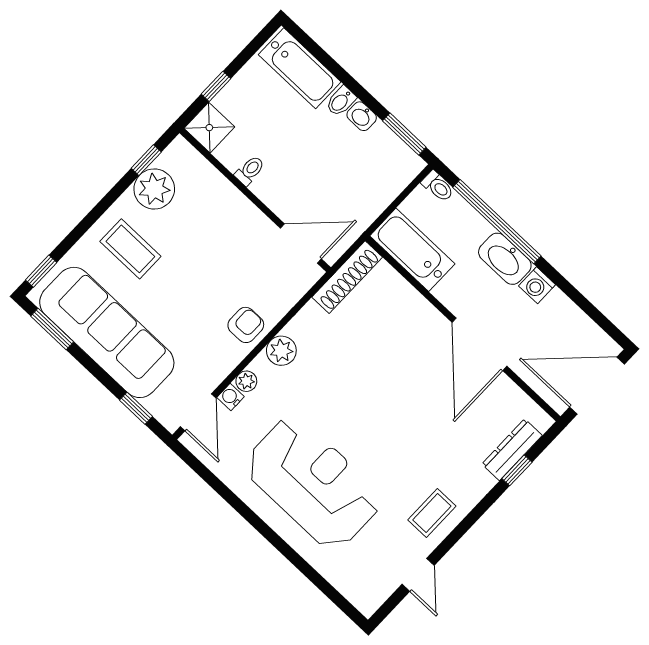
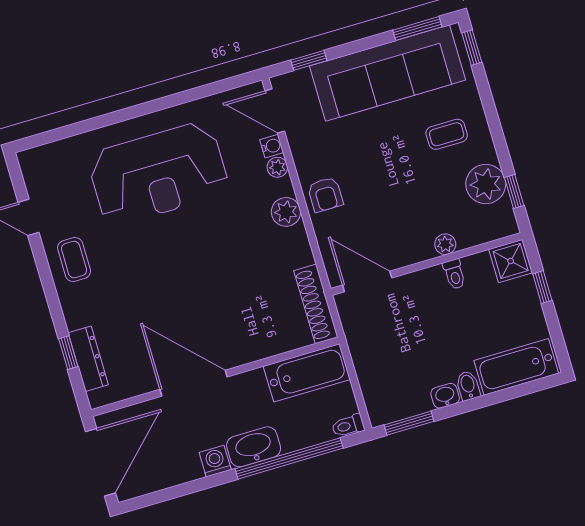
plant: (228, 194) -> (445, 244), added
door: (301, 243) -> (367, 281), swing flipped
coffee table: (130, 249) -> (447, 134), width x0.73, depth x0.77

